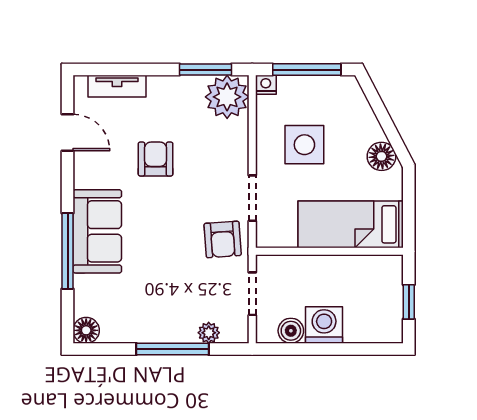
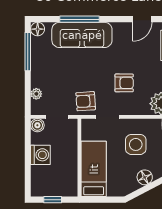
floor lamp: (381, 156) -> (145, 177), moved
armchair: (156, 159) -> (124, 83), moved
sofa: (97, 231) -> (82, 35), width x1.36
boiler: (291, 331) -> (37, 125), moved
window: (173, 349) -> (28, 52), moved

